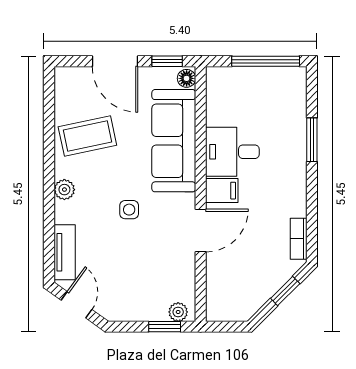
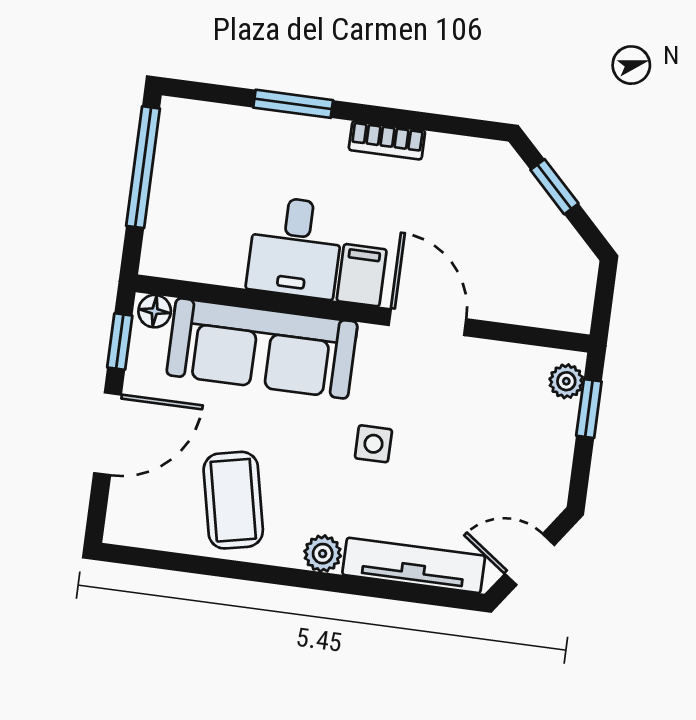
bookcase: (299, 239) -> (387, 140), moved
tv unit: (65, 252) -> (414, 565), width x1.41

